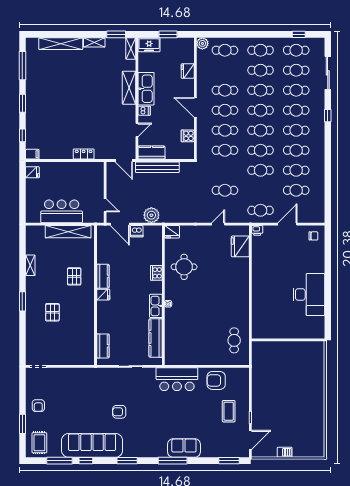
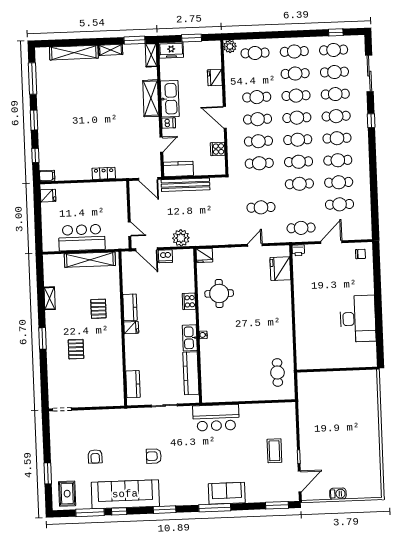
armchair: (216, 380) -> (259, 417), removed
armchair: (38, 406) -> (95, 456), moved

